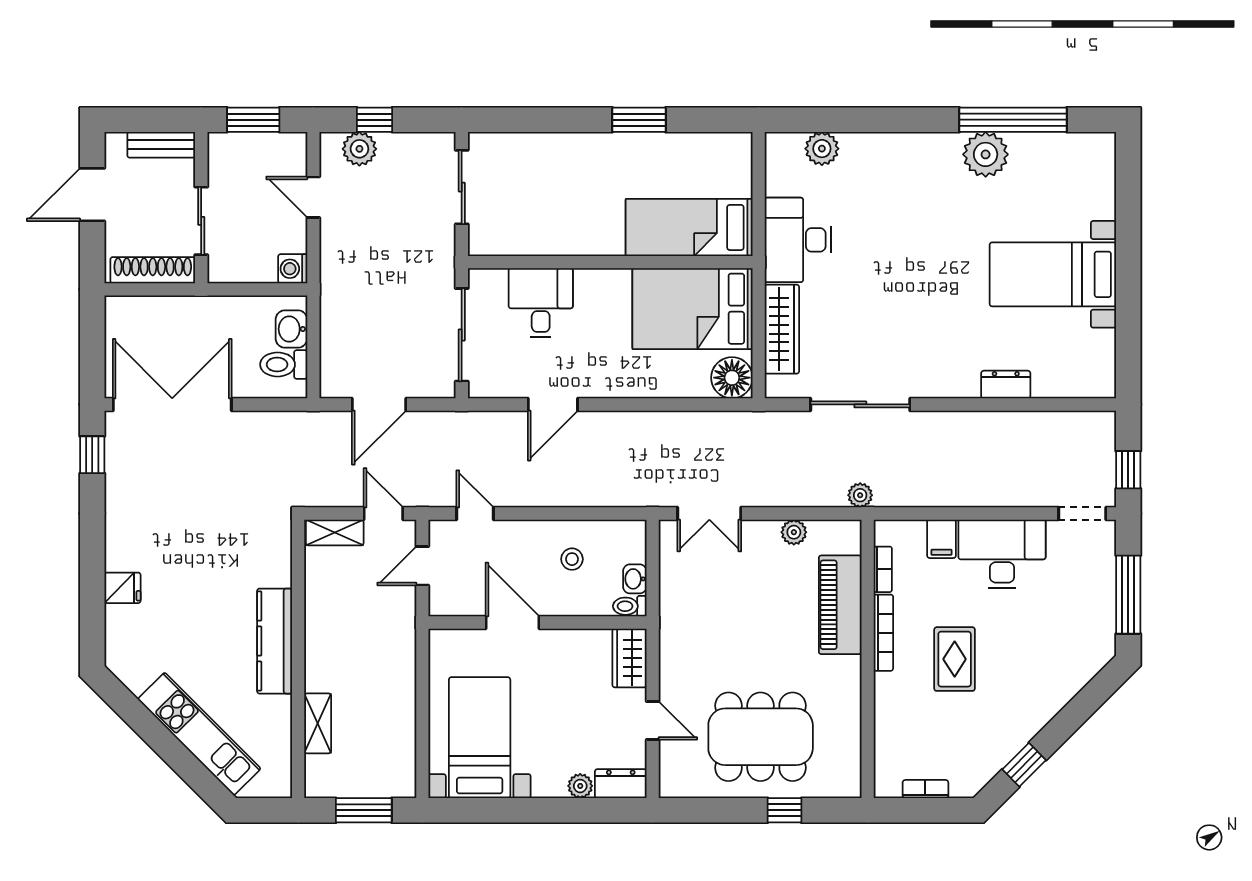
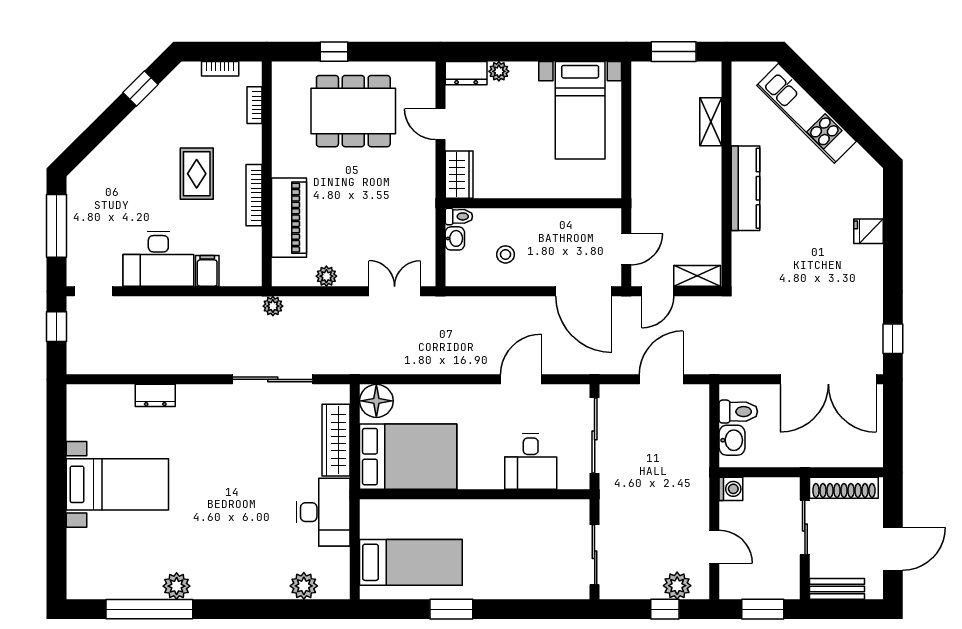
plant: (986, 154) -> (177, 586), width x0.73, depth x0.73
bed: (689, 227) -> (411, 562), moved
door: (383, 513) -> (658, 291), hinge flipped
door: (475, 513) -> (584, 291), width x1.88
bookcase: (883, 569) -> (255, 105), moved
door: (513, 623) -> (554, 203), removed

